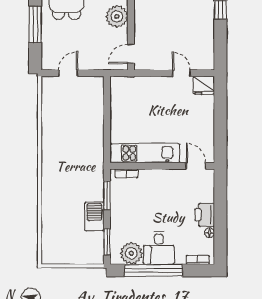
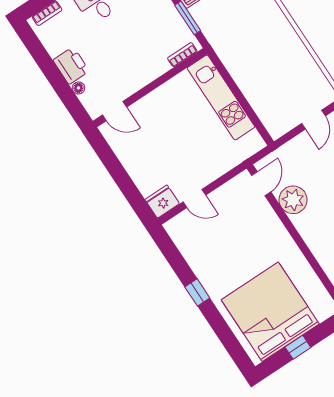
plant: (117, 16) -> (293, 200), moved
kitchen unit: (145, 153) -> (221, 97), moved, turned 90
floor lamp: (210, 233) -> (78, 88), moved

